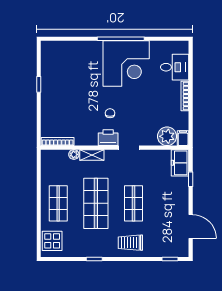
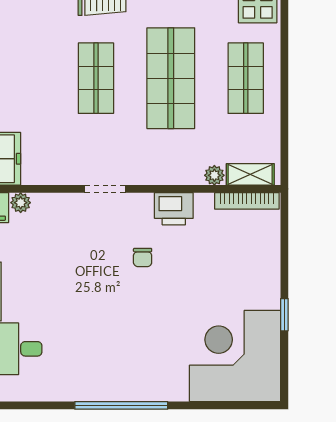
corner desk: (126, 64) -> (235, 356), moved
plant: (167, 136) -> (21, 203), width x0.53, depth x0.53
printer: (108, 138) -> (174, 209), moved
shelving: (92, 155) -> (250, 174), moved

